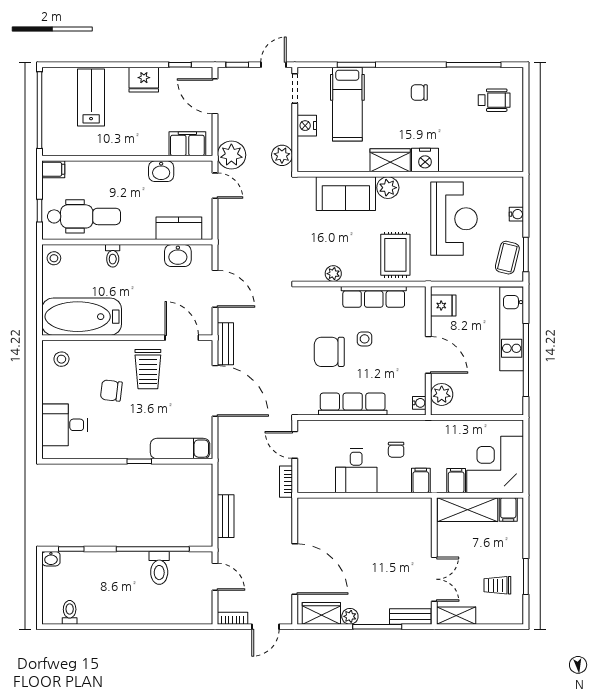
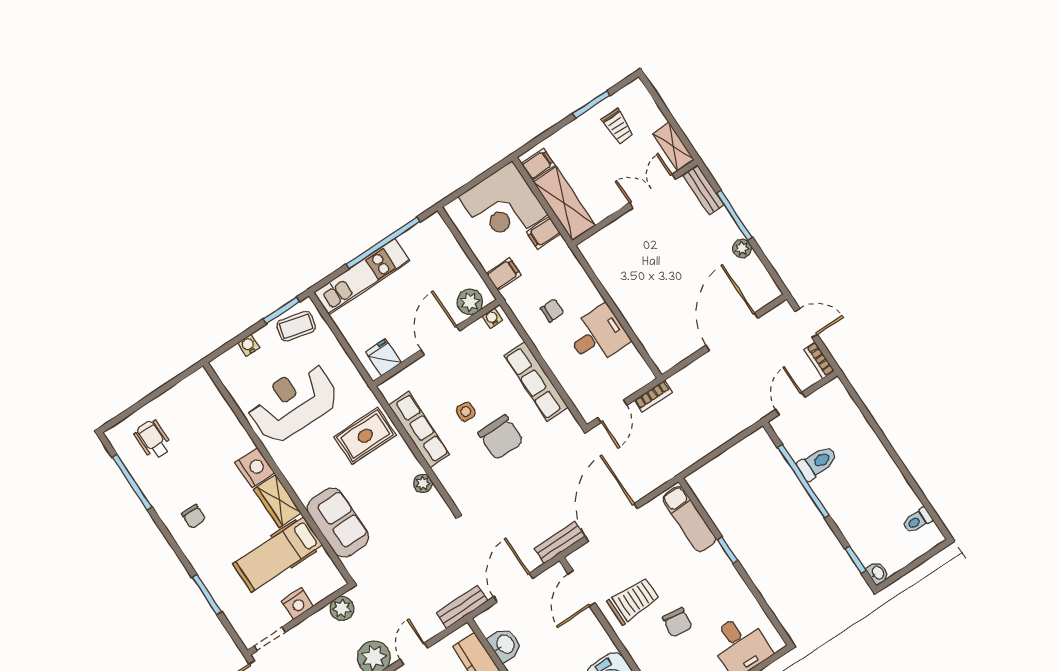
hospital bed: (347, 104) -> (278, 554), moved, turned 180
plant: (388, 188) -> (305, 486), removed
filing cabinet: (421, 480) -> (504, 274), moved, turned 180
bench: (226, 516) -> (462, 607), moved
wardrobe: (321, 613) -> (757, 278), removed

